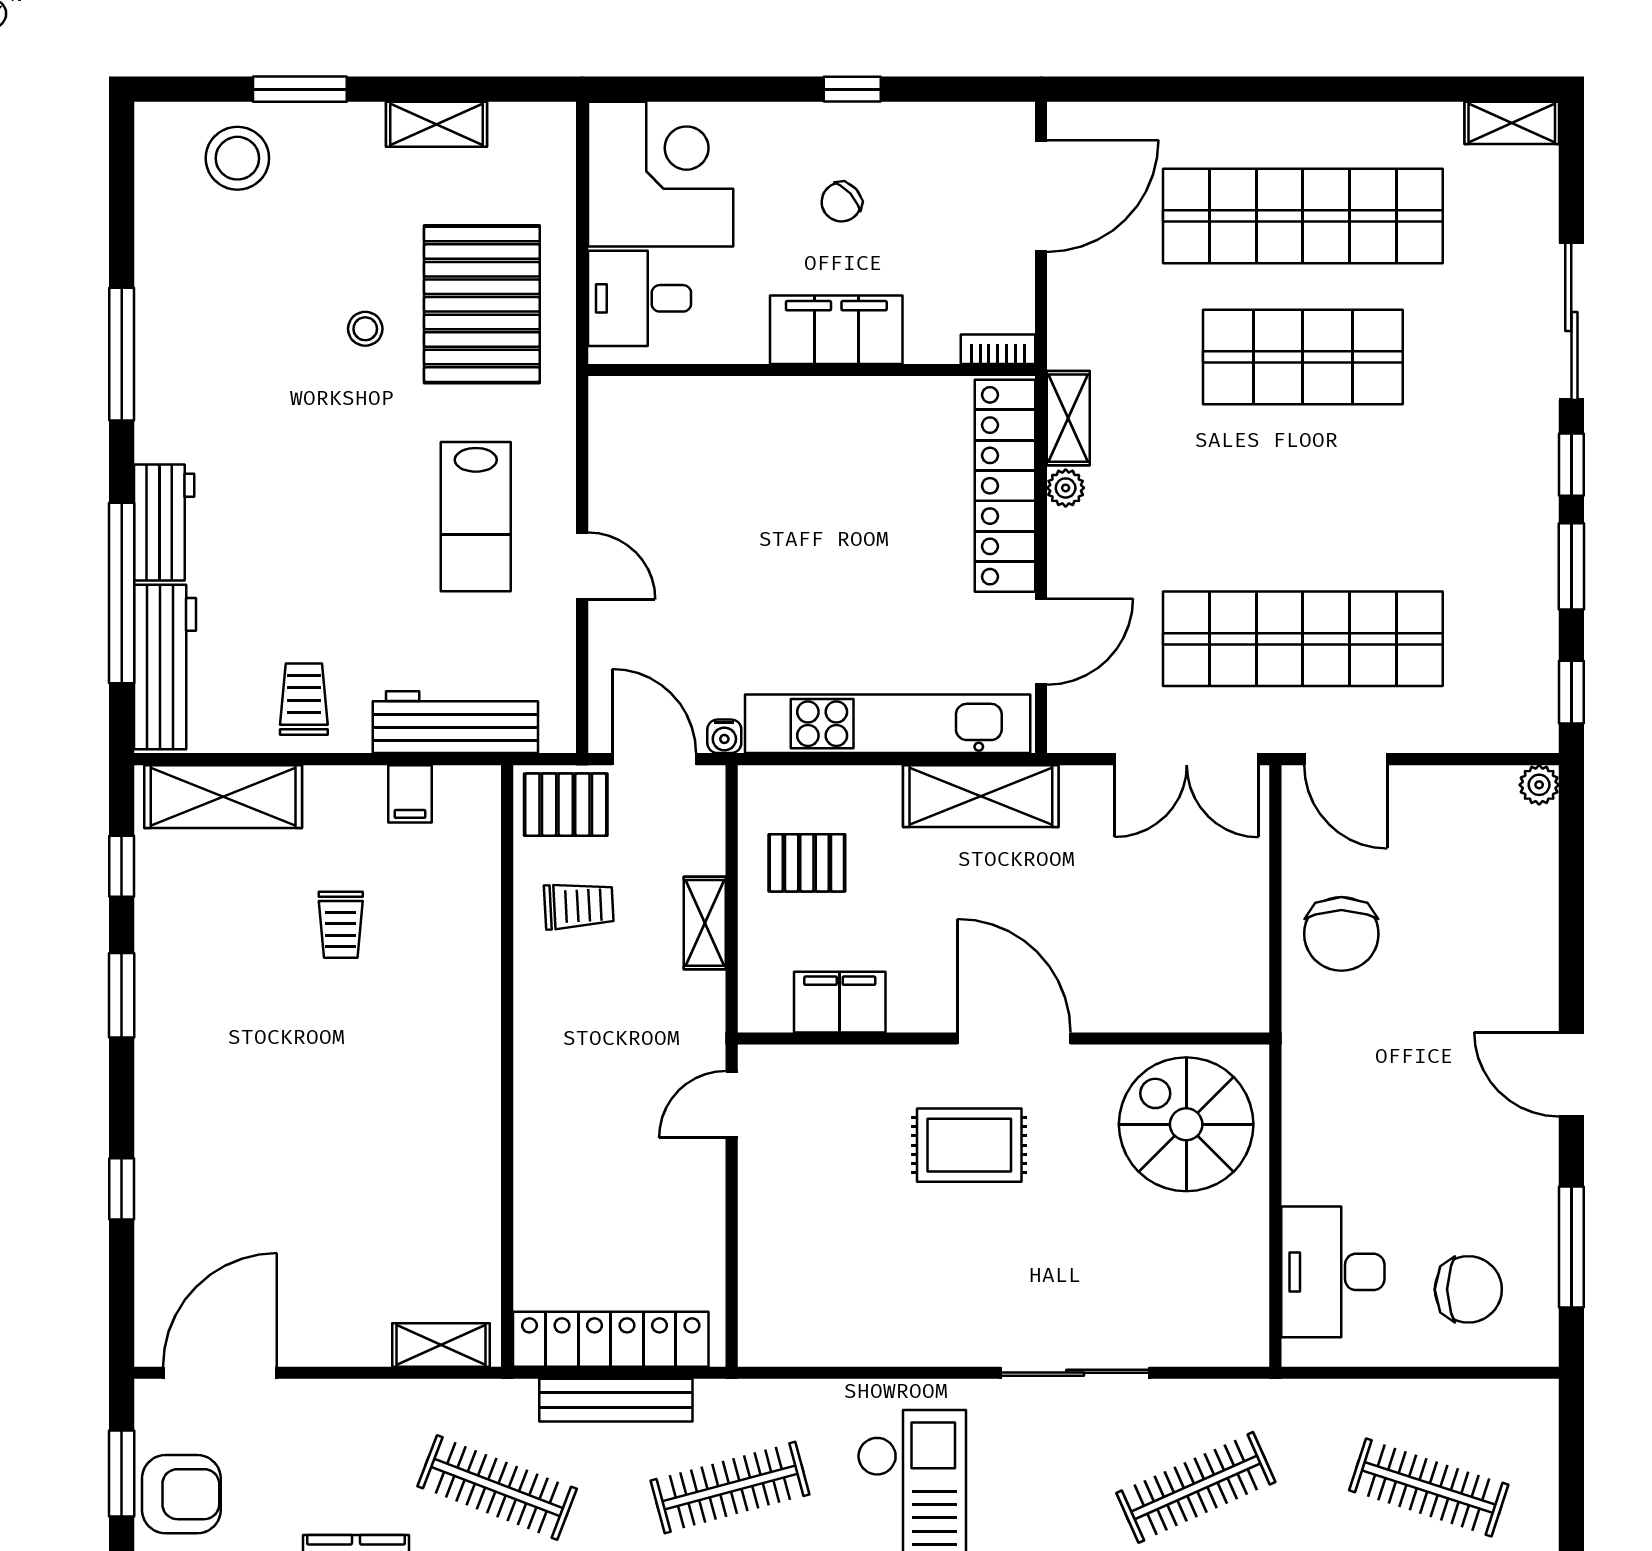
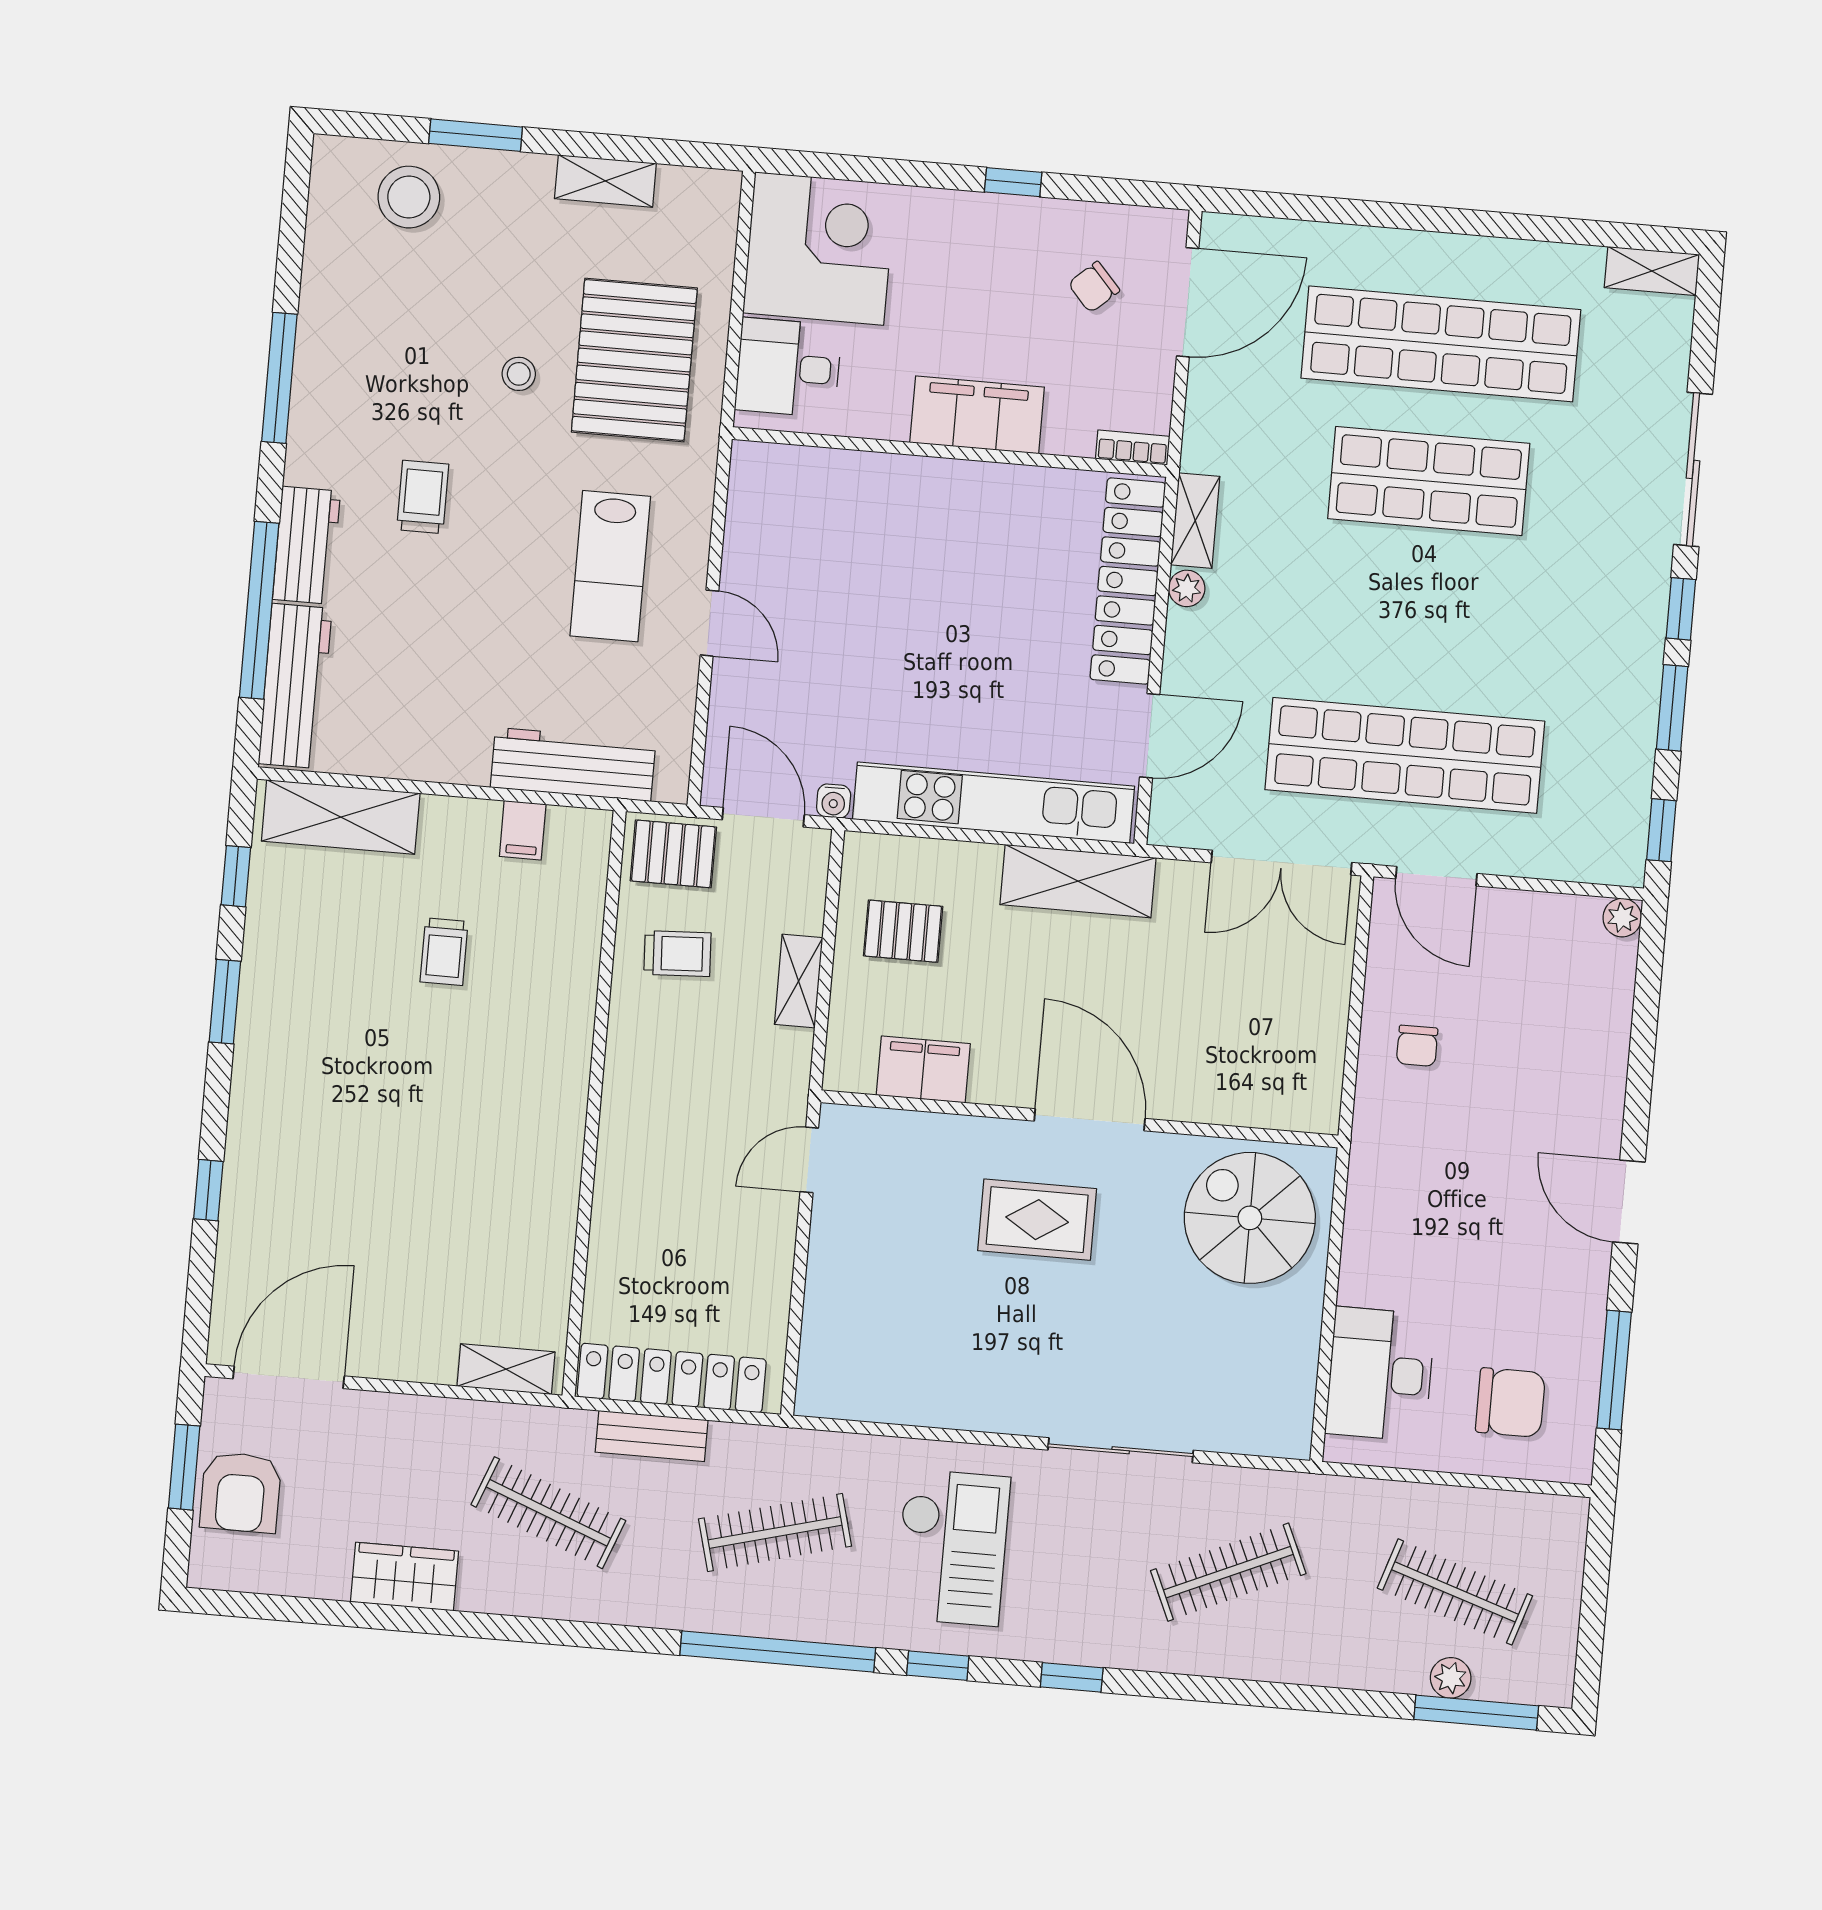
chair: (841, 202) -> (1094, 287), moved
trolley: (304, 699) -> (423, 497), moved
chair: (1341, 934) -> (1417, 1046), width x0.54, depth x0.54
bench: (616, 1400) -> (652, 1436), width x0.73
armchair: (181, 1494) -> (241, 1492), turned 90

